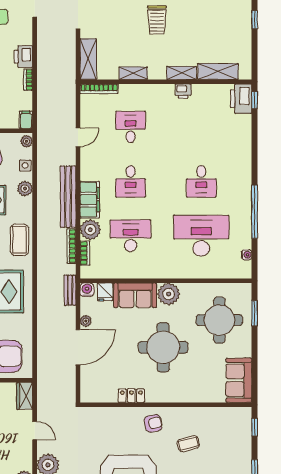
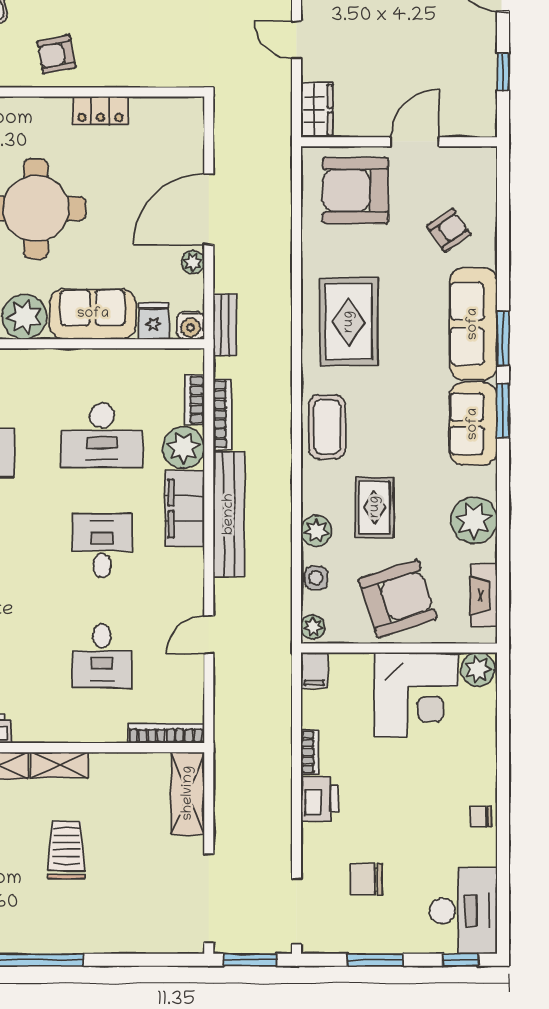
trolley: (157, 20) -> (66, 850), moved
shelving: (133, 73) -> (60, 765), moved

